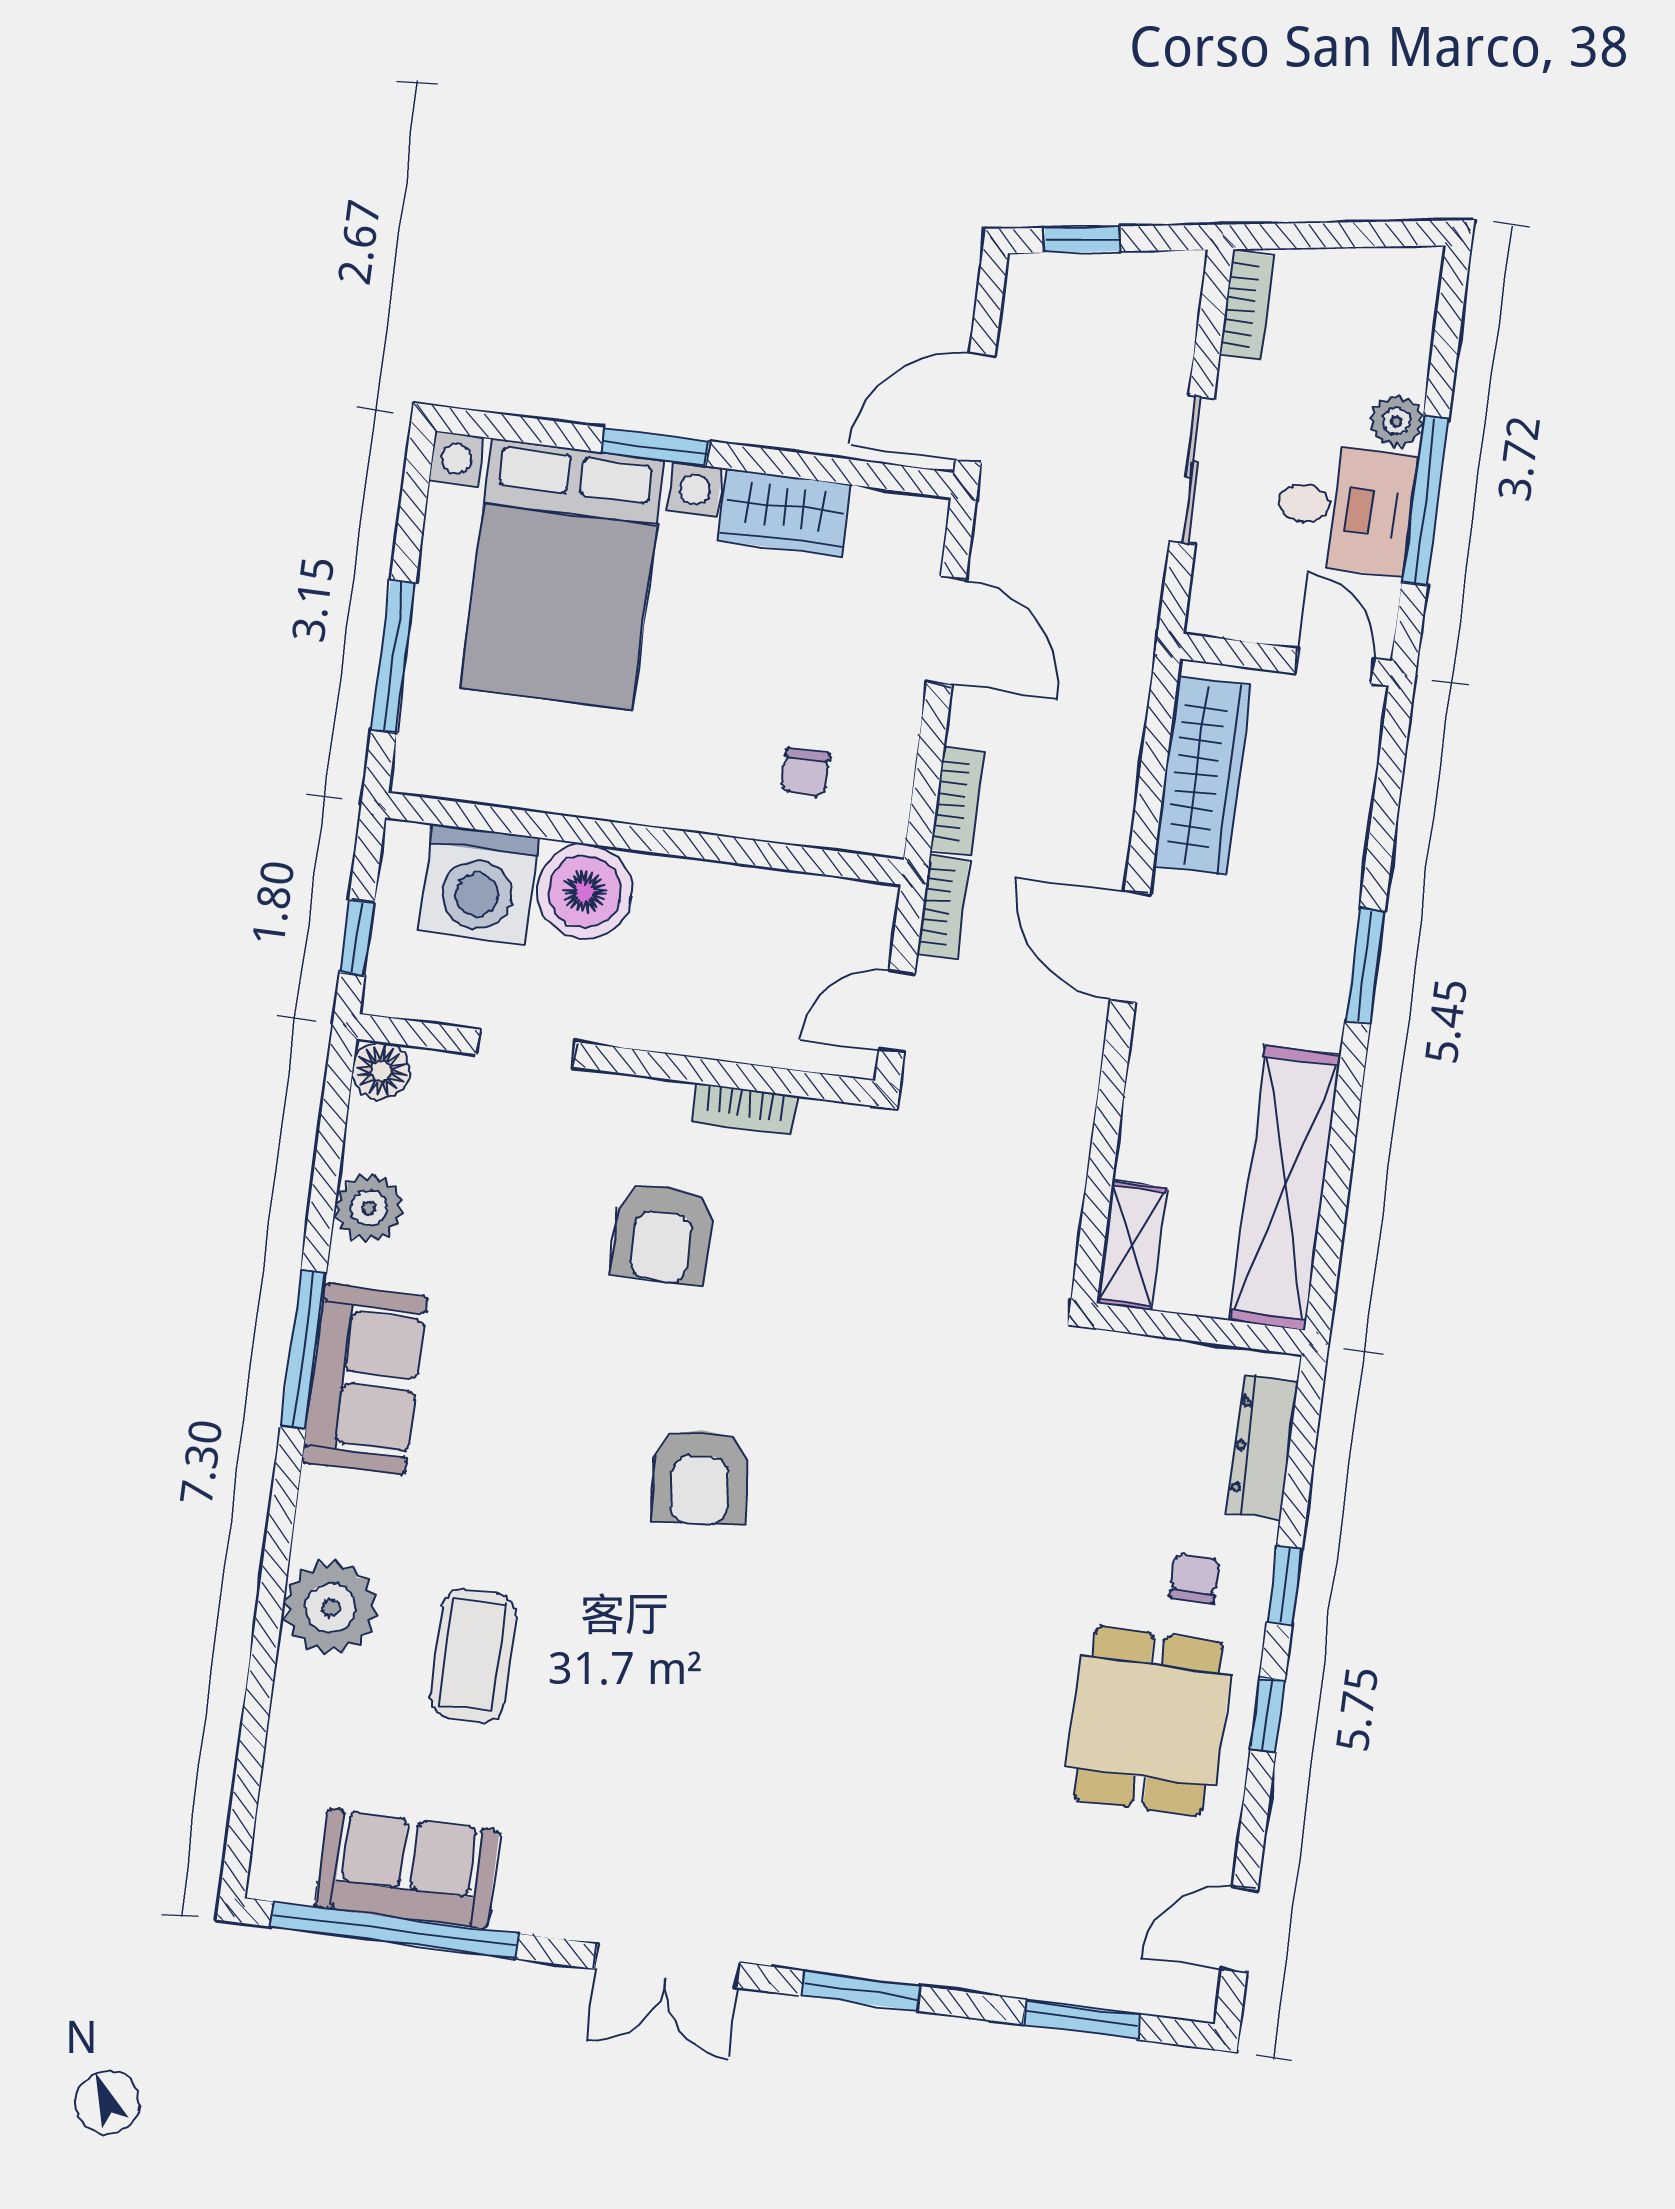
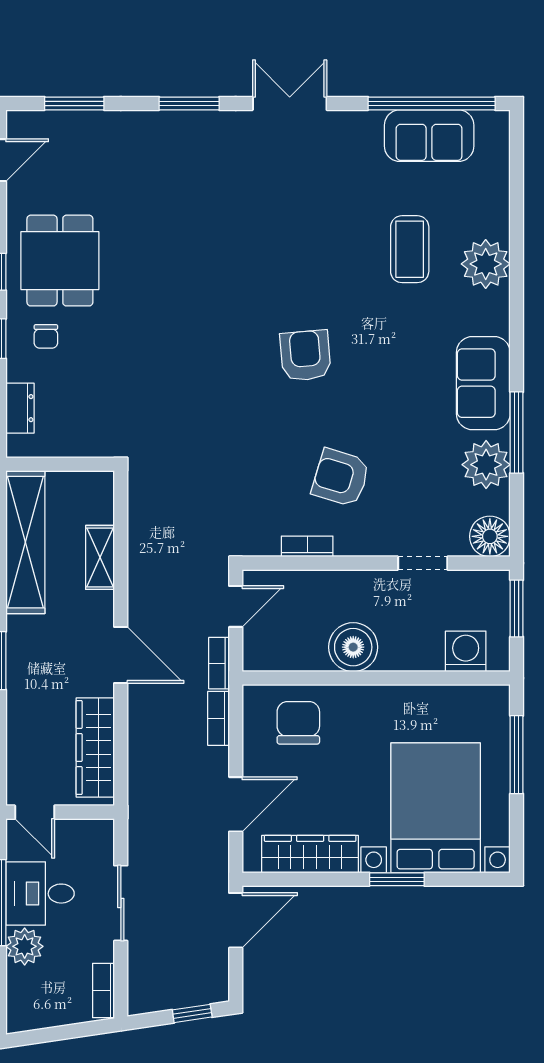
plant: (1397, 421) -> (25, 946), width x1.38, depth x1.38
wardrobe: (785, 513) -> (310, 854), width x1.50
door: (946, 631) -> (236, 804), swing flipped
chair: (805, 772) -> (298, 723), width x1.87, depth x1.87
washing machine: (478, 884) -> (466, 651), width x0.73, depth x0.73
boiler: (585, 891) -> (353, 647), moved
window: (357, 938) -> (517, 608), width x1.50
floor lamp: (381, 1071) -> (490, 536), width x1.38, depth x1.38
plant: (369, 1208) -> (486, 465), width x1.36, depth x1.36
armchair: (663, 1233) -> (341, 478), turned -73
shelving: (1132, 1245) -> (100, 557), moved
window: (303, 1349) -> (517, 432), moved
dresser: (1262, 1447) -> (20, 408), width x0.70

